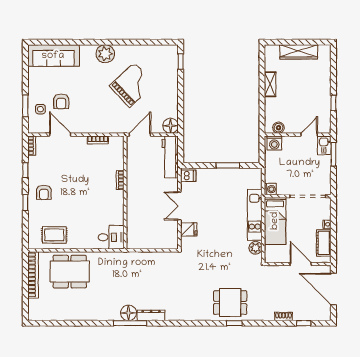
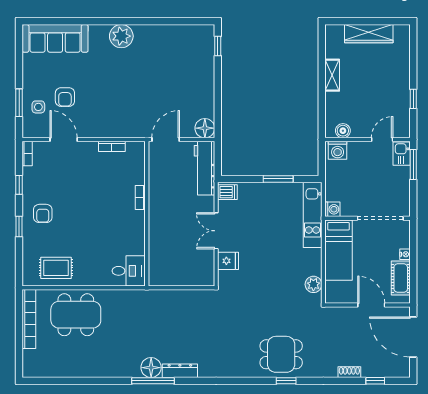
grand piano: (132, 85) -> (156, 76), removed
kitchen unit: (255, 215) -> (313, 215), moved

